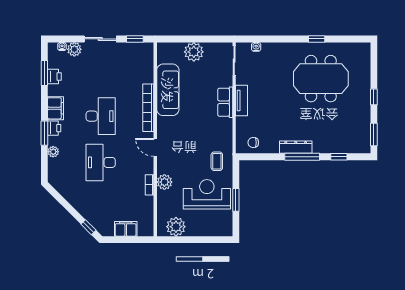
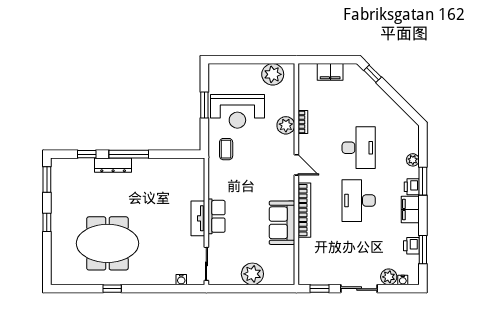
sofa: (168, 90) -> (282, 223), width x0.73
chair: (253, 143) -> (185, 170), removed
dresser: (296, 147) -> (113, 165), moved

